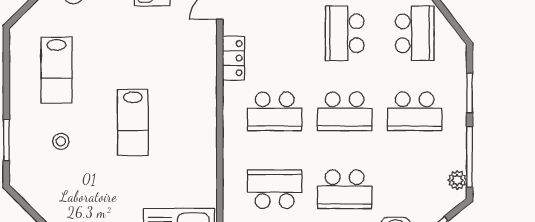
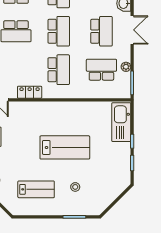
lab bench: (133, 122) -> (65, 147), width x1.36, depth x1.39
school desk: (275, 189) -> (101, 70), turned 90

